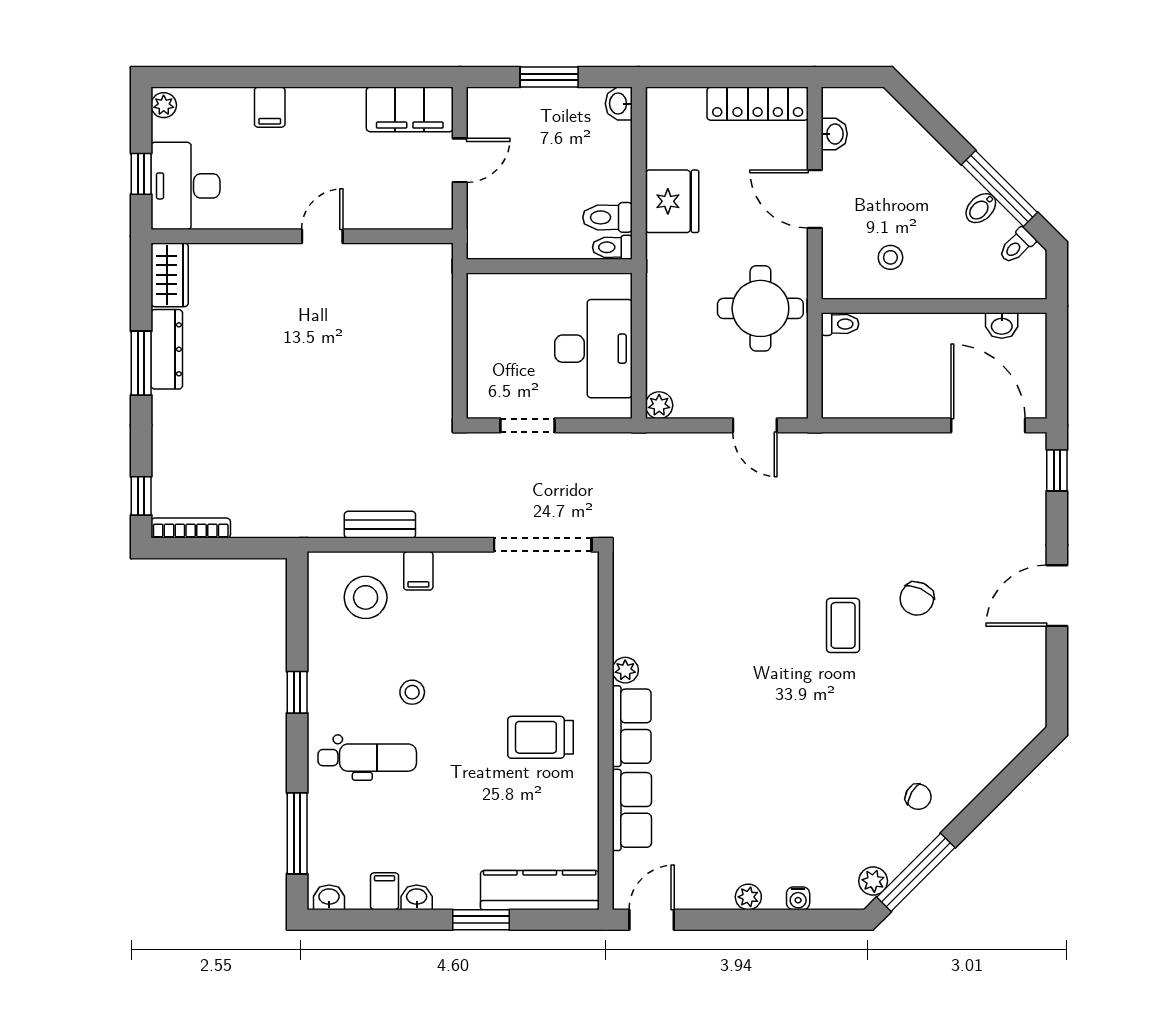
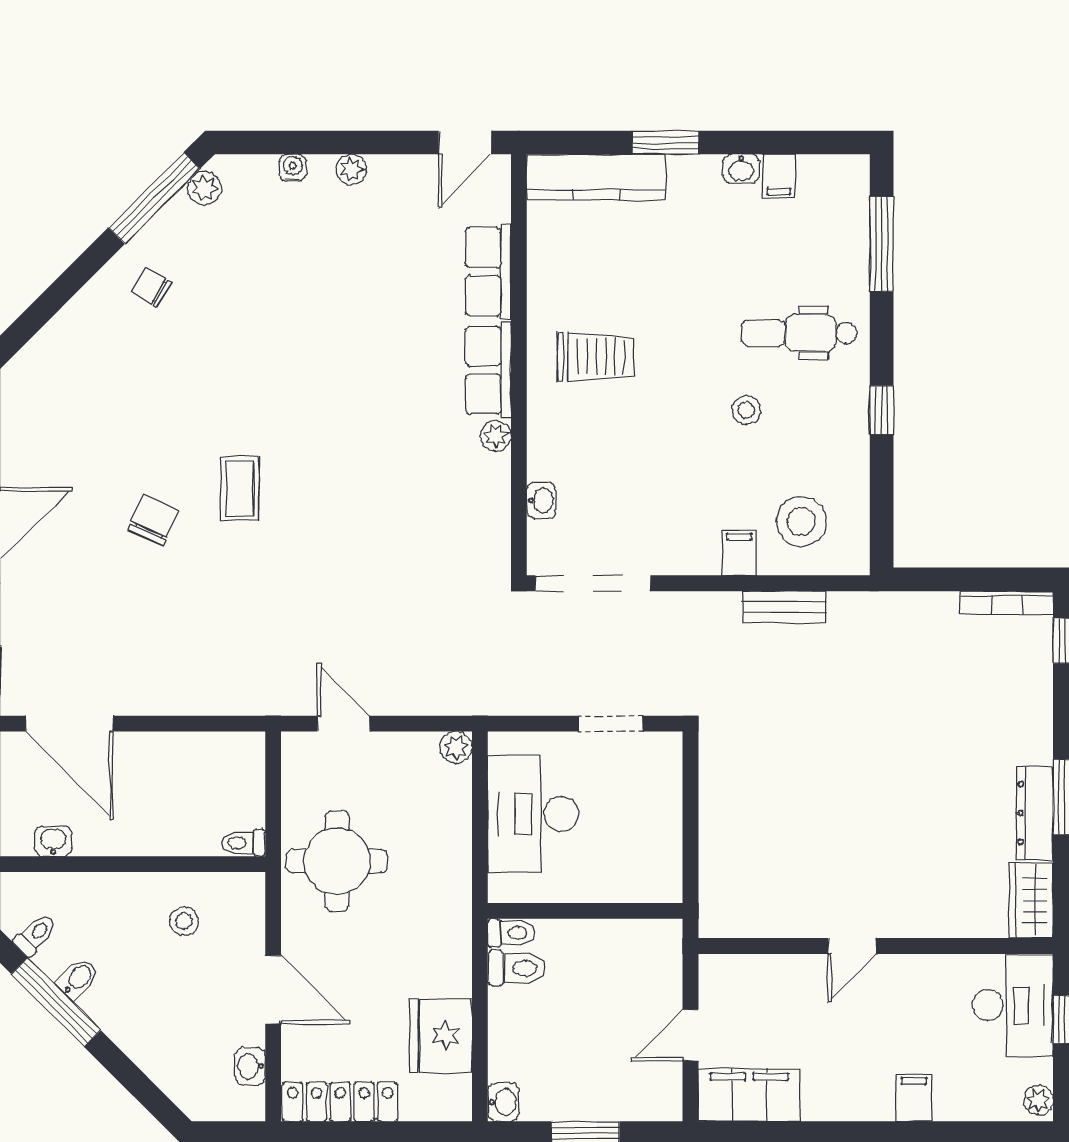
fridge: (672, 201) -> (441, 1035), moved
washbasin: (329, 897) -> (541, 500), moved, turned -90

